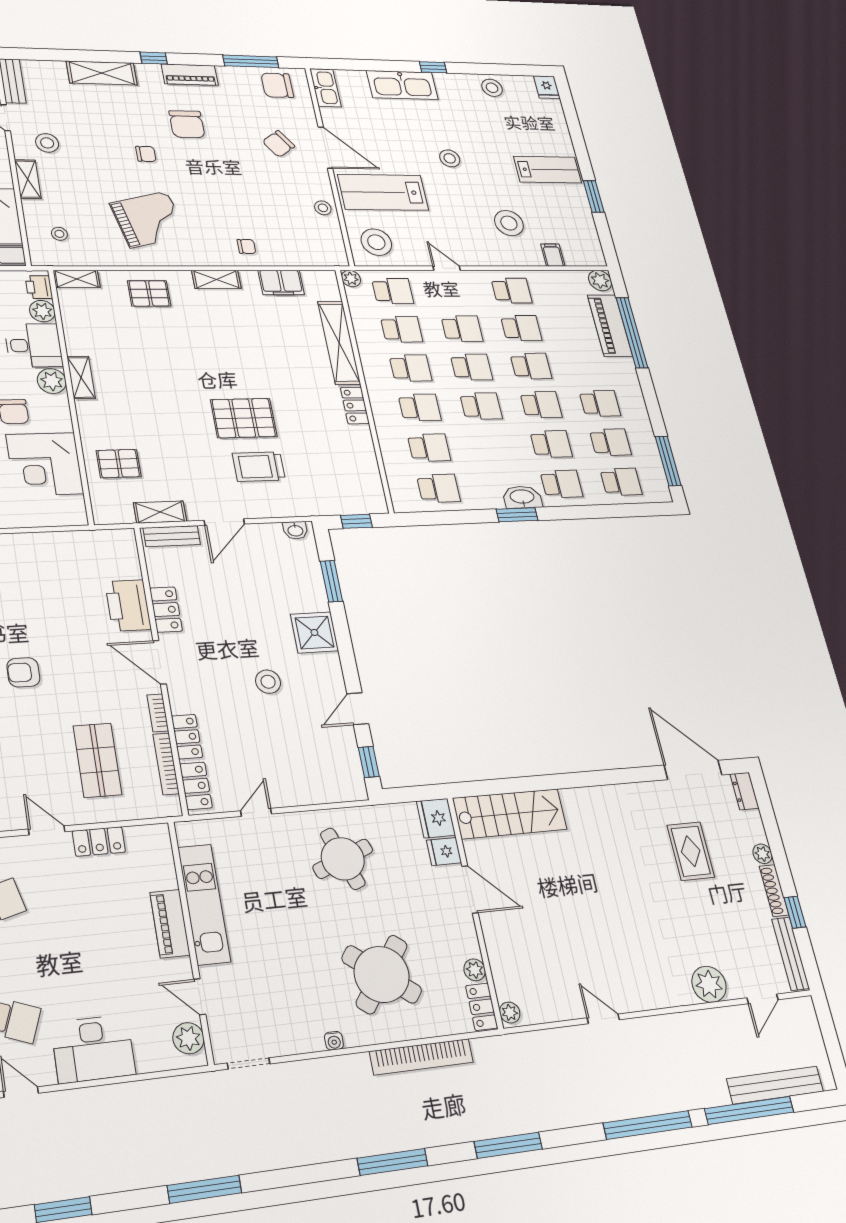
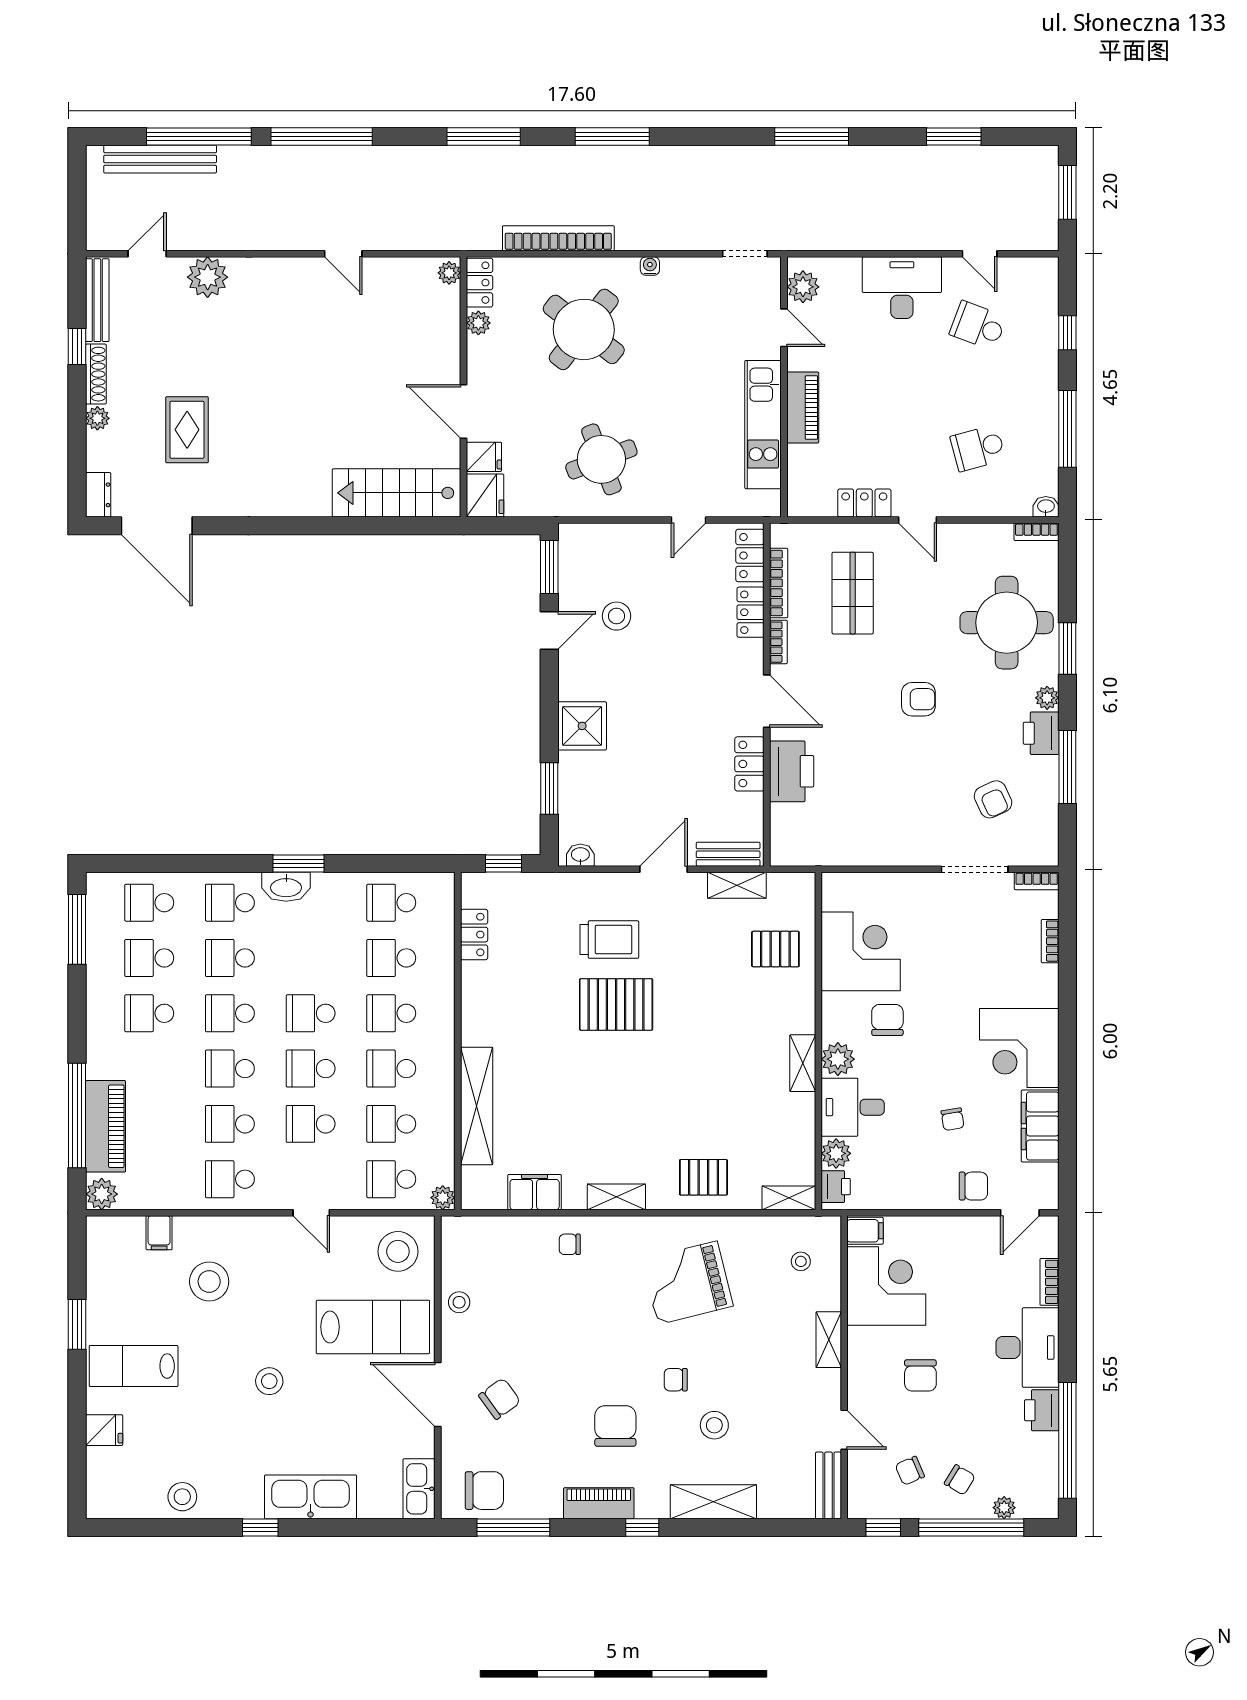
fridge: (547, 87) -> (104, 1430), moved, turned 90
stool: (47, 143) -> (714, 1425), moved
locker: (355, 405) -> (474, 935), moved
stool: (268, 682) -> (617, 616), moved
window: (369, 762) -> (549, 567), width x1.50

